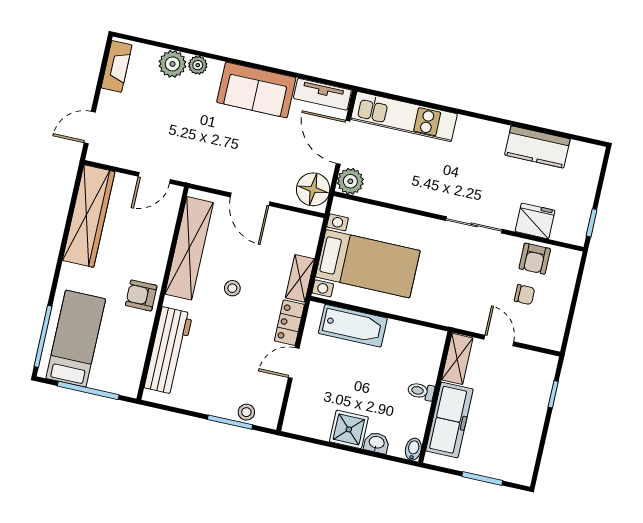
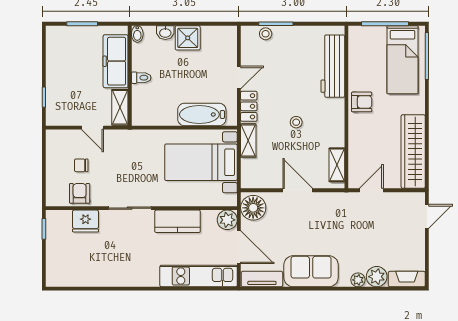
fireplace: (117, 66) -> (407, 279), moved, turned 90
kitchen counter: (537, 147) -> (178, 221), moved, turned 180
shelving: (189, 248) -> (337, 165), width x0.45, depth x0.75

